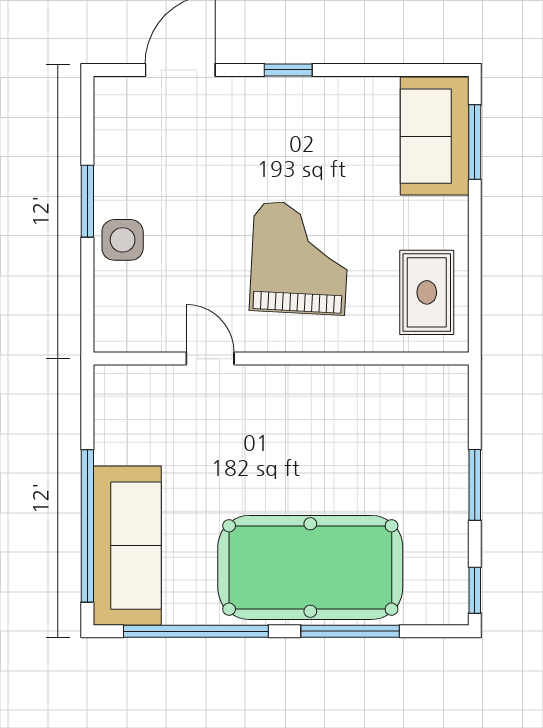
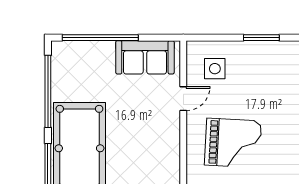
side table: (123, 240) -> (215, 69), moved
sofa: (127, 546) -> (145, 57), moved, width x0.73

